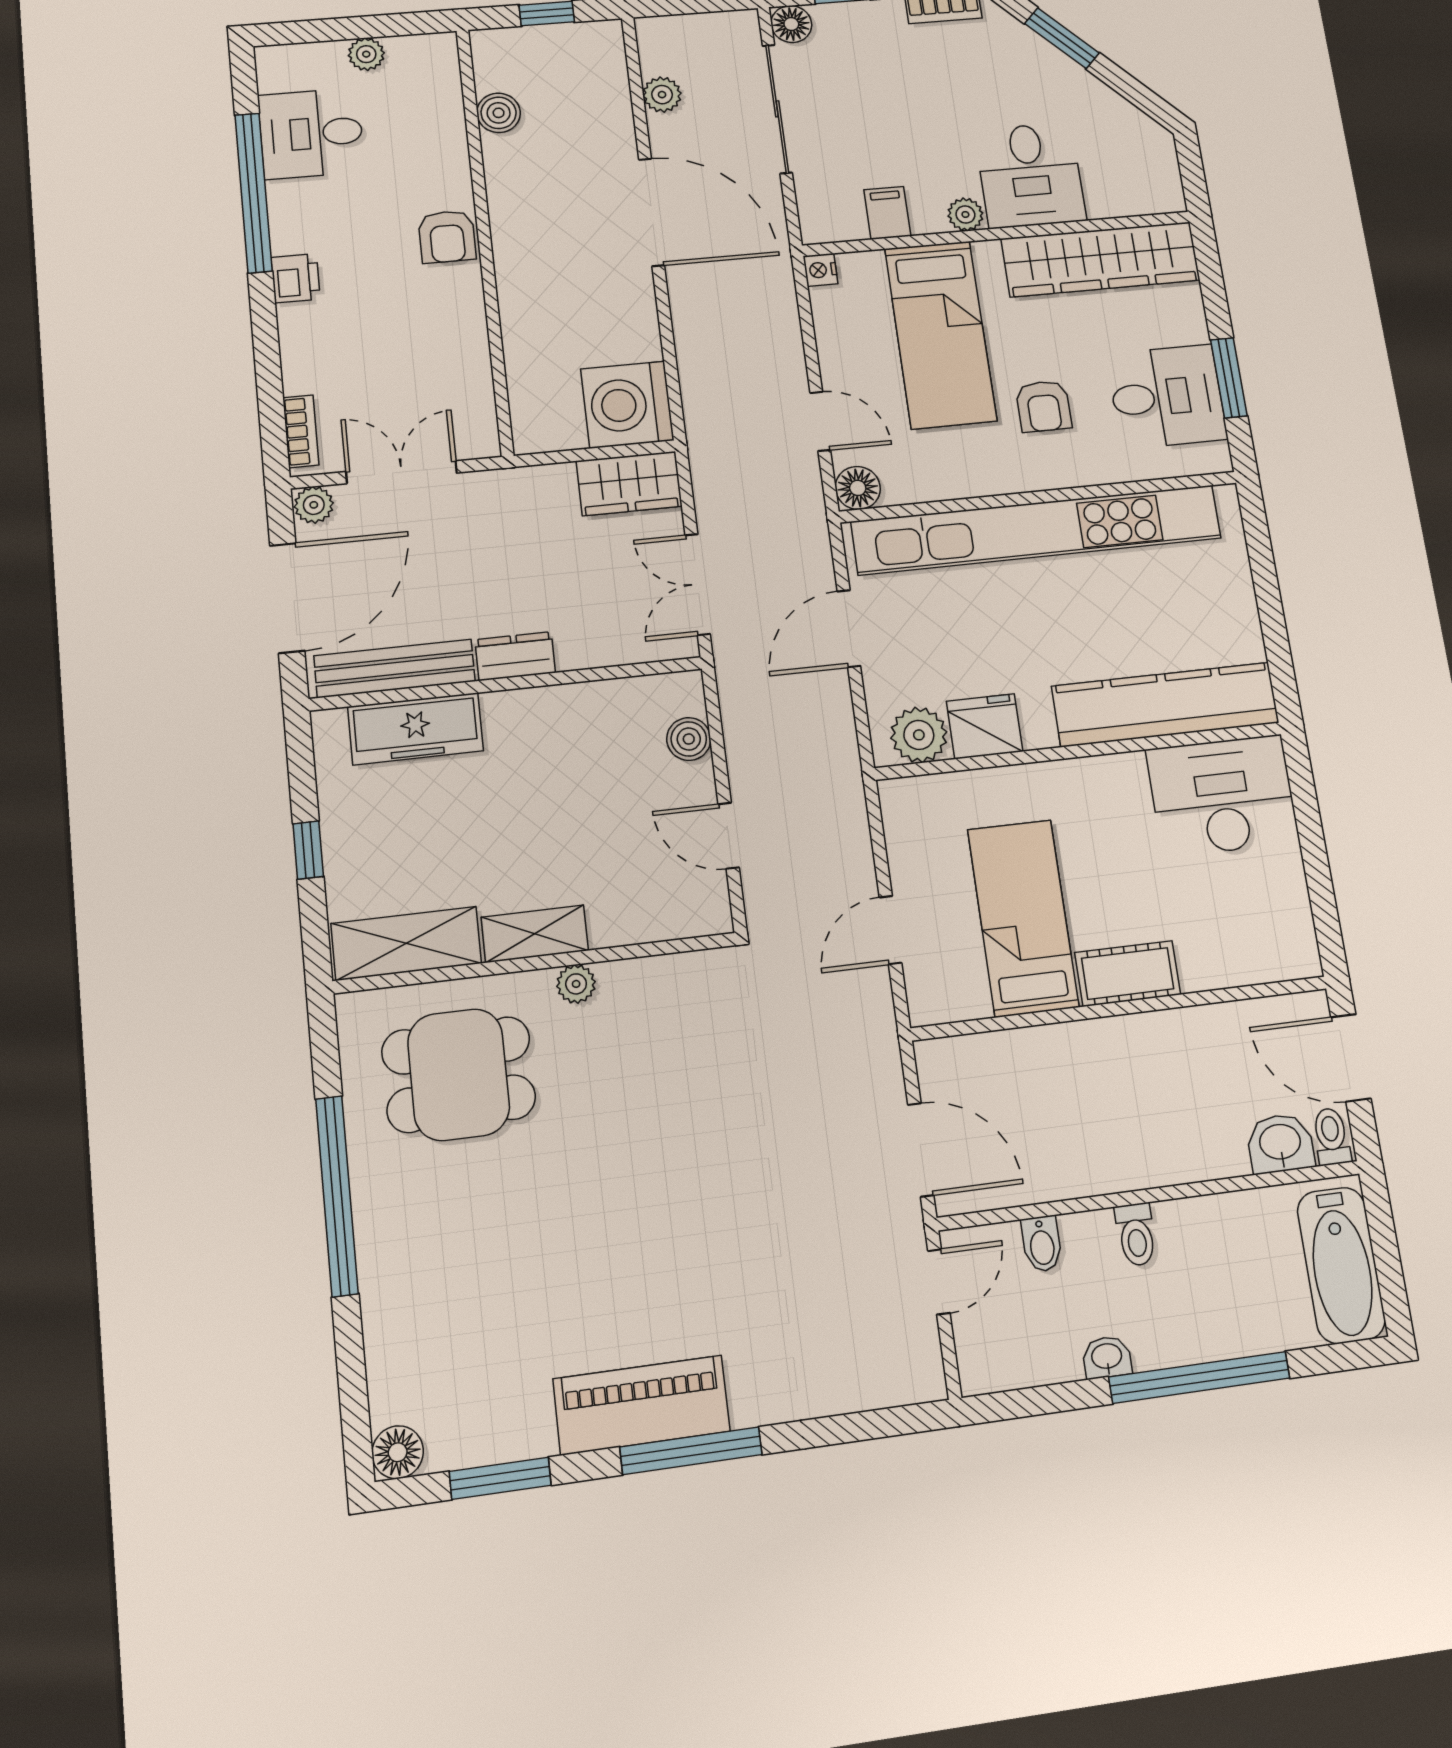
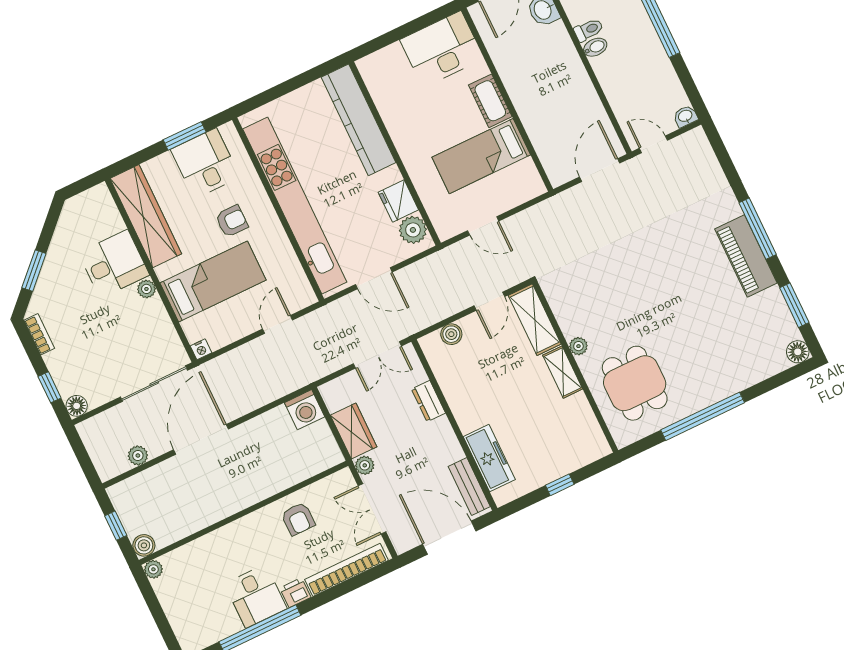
plant: (366, 54) -> (153, 569), moved
sliding door: (777, 109) -> (154, 384), moved
boiler: (499, 113) -> (144, 545), moved
desk: (311, 133) -> (256, 596), moved
filing cabinet: (887, 213) -> (160, 327), removed
armchair: (447, 237) -> (298, 519), moved, turned 90
washing machine: (627, 405) -> (305, 410), width x0.73, depth x0.73
bookcase: (301, 431) -> (346, 570), width x2.31, depth x1.31
wardrobe: (629, 484) -> (354, 431), moved
floor lamp: (858, 488) -> (304, 296), removed
plant: (314, 505) -> (365, 465), moved
dresser: (515, 656) -> (428, 401), moved
bench: (395, 668) -> (469, 487), width x0.73
desk: (1222, 796) -> (442, 49), moved, turned 90
door: (890, 930) -> (483, 226), moved
shelving: (406, 943) -> (535, 320), moved
toilet: (1136, 1234) -> (589, 30), moved
bidet: (1042, 1244) -> (595, 47), moved
washbasin: (1107, 1357) -> (685, 116), moved, turned 90

